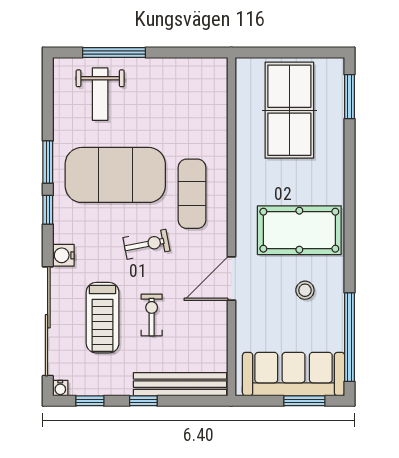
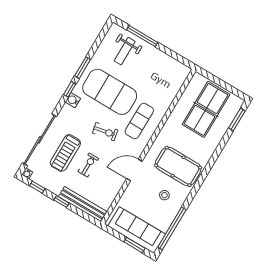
water cooler: (63, 255) -> (73, 100), moved

